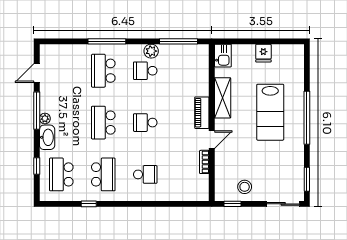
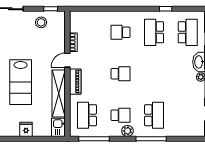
plant: (151, 51) -> (127, 131), moved
shelving: (223, 98) -> (59, 93), width x1.47
lab bench: (270, 112) -> (21, 82), turned 180
school desk: (103, 123) -> (87, 115), moved, turned 180

